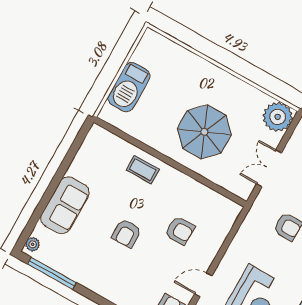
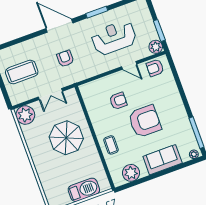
plant: (90, 157) -> (131, 173), added
armchair: (180, 231) -> (118, 101), turned 90
armchair: (127, 233) -> (145, 121), width x1.88, depth x1.88

